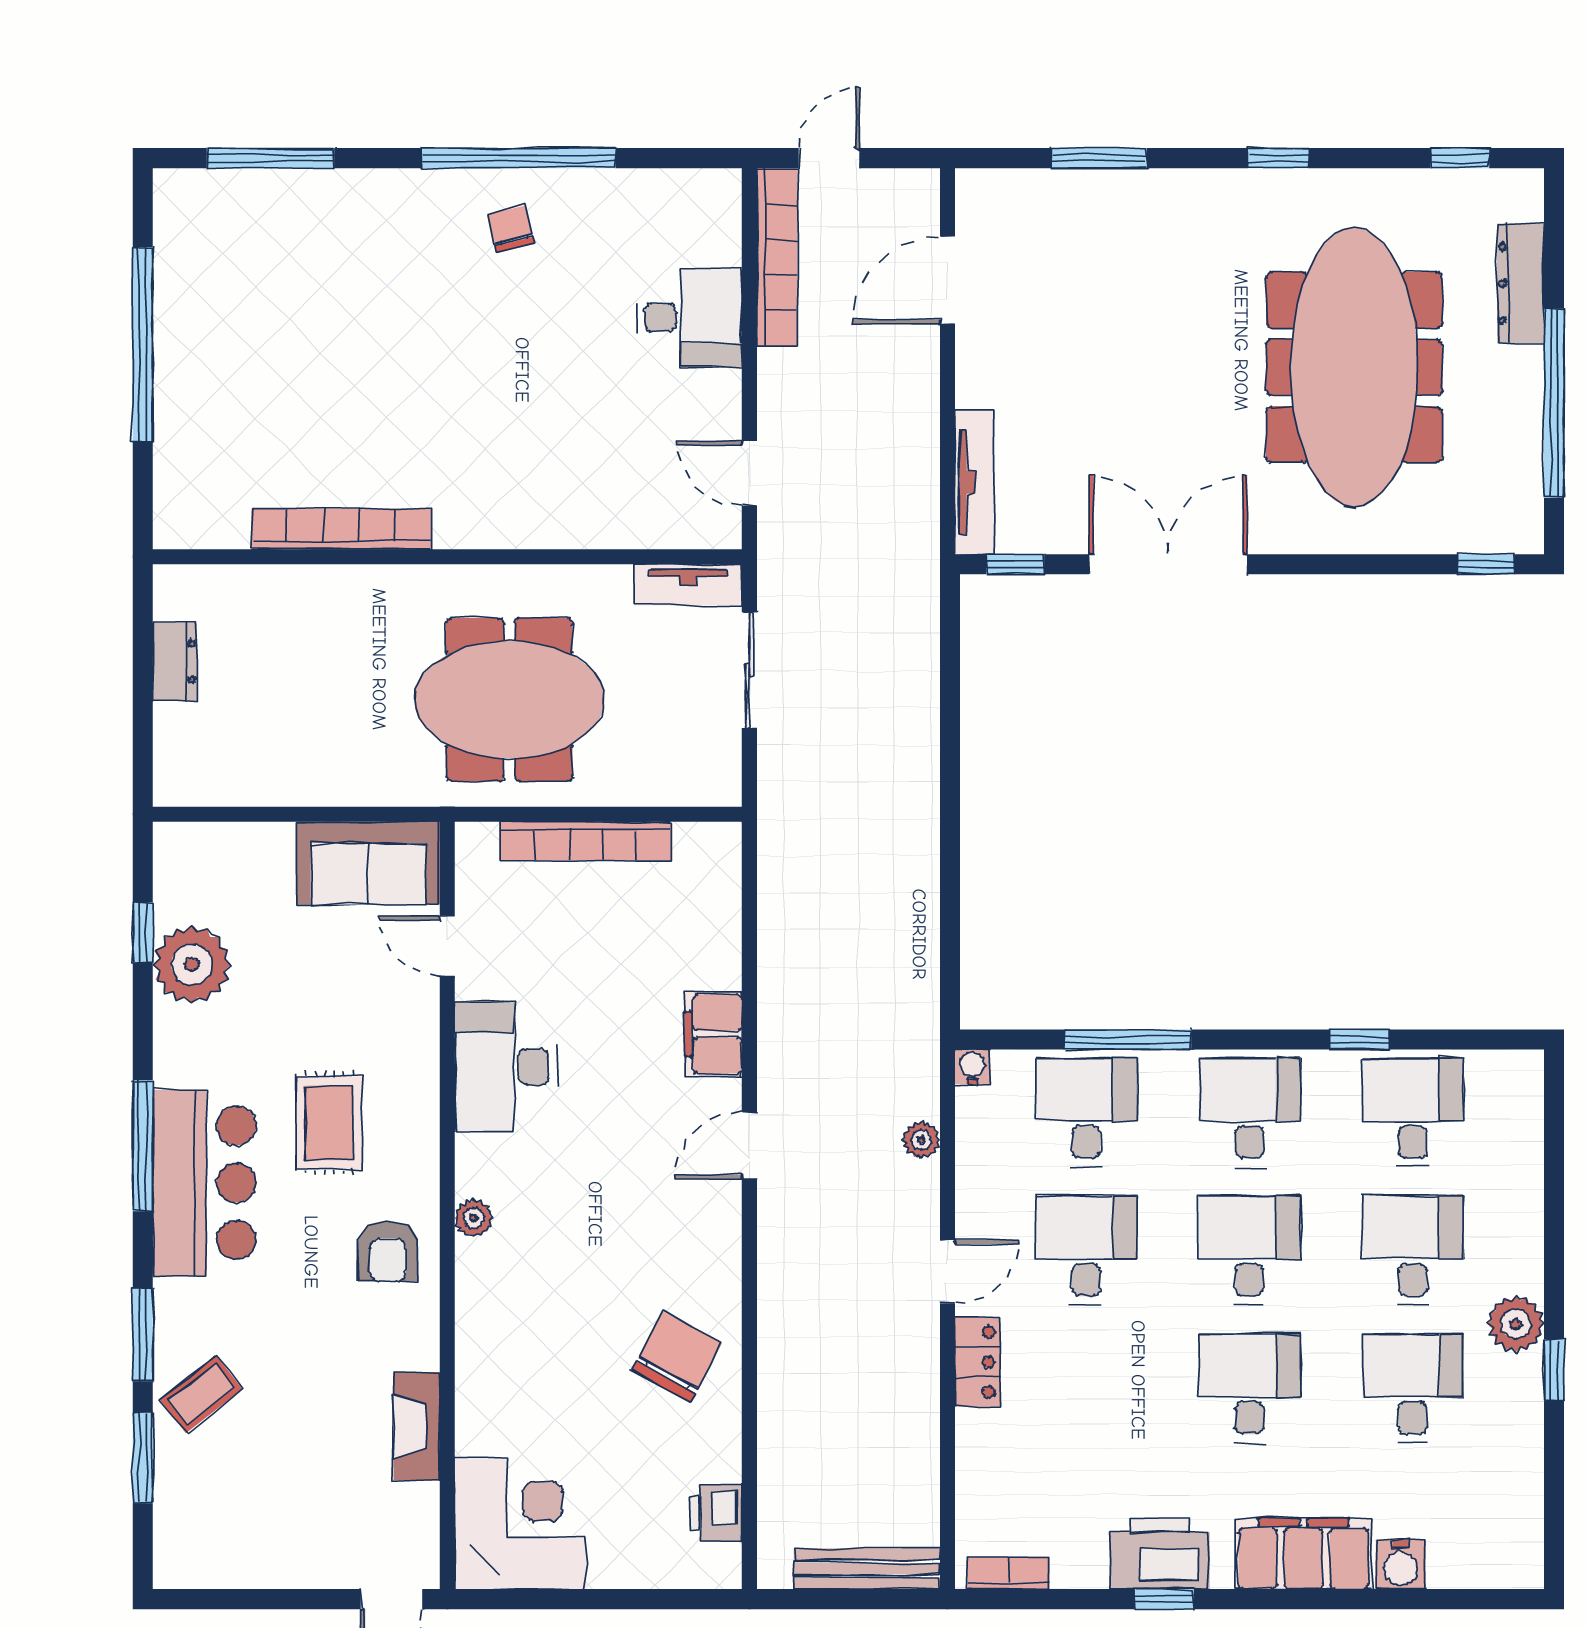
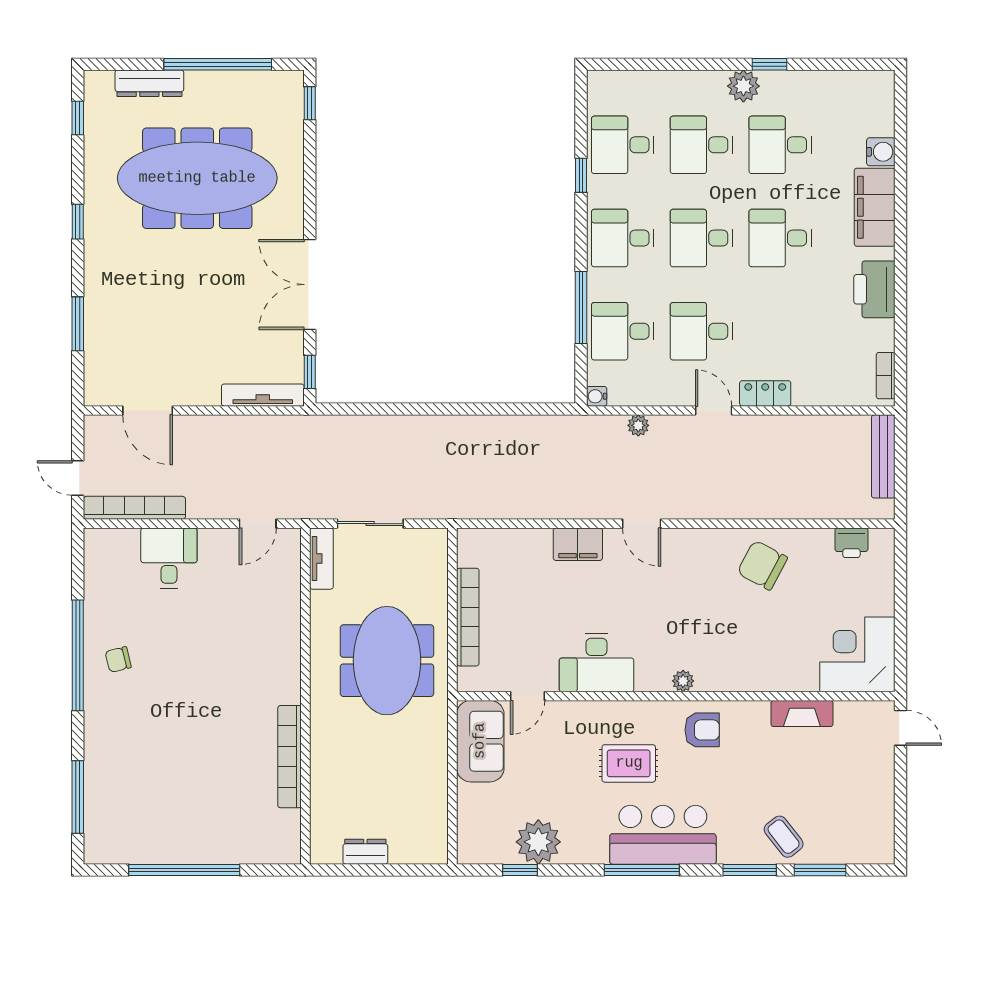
window: (1164, 1599) -> (901, 287), removed

